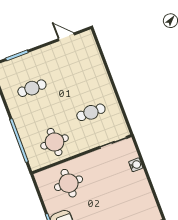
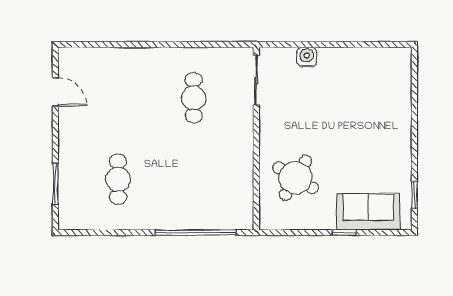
door: (66, 37) -> (55, 92), swing flipped
round table: (55, 142) -> (220, 175), removed
round table: (69, 183) -> (296, 178), turned 31

